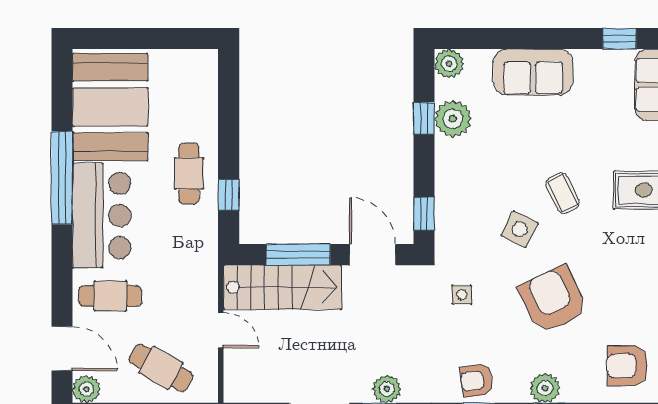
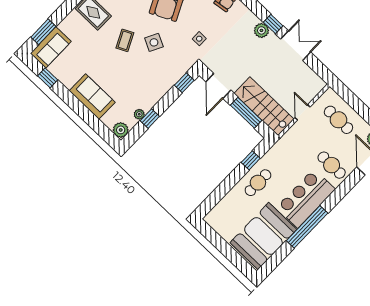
plant: (453, 119) -> (139, 114), width x0.53, depth x0.53
cafe table: (161, 368) -> (338, 120), turned -30

